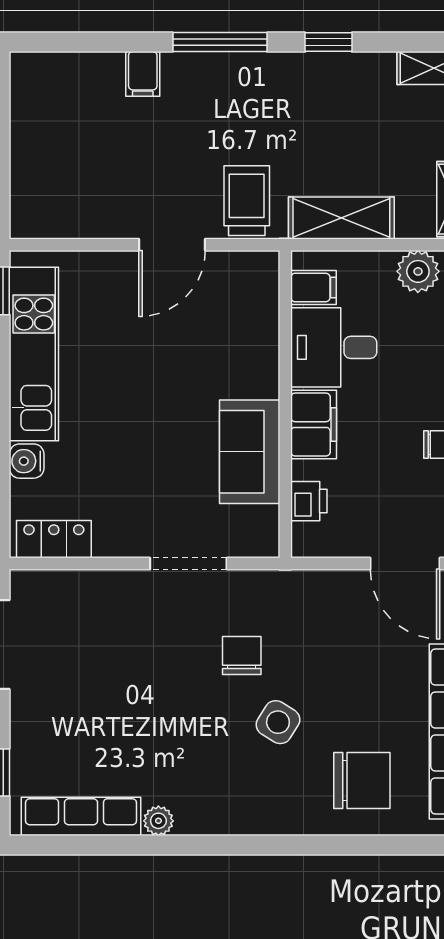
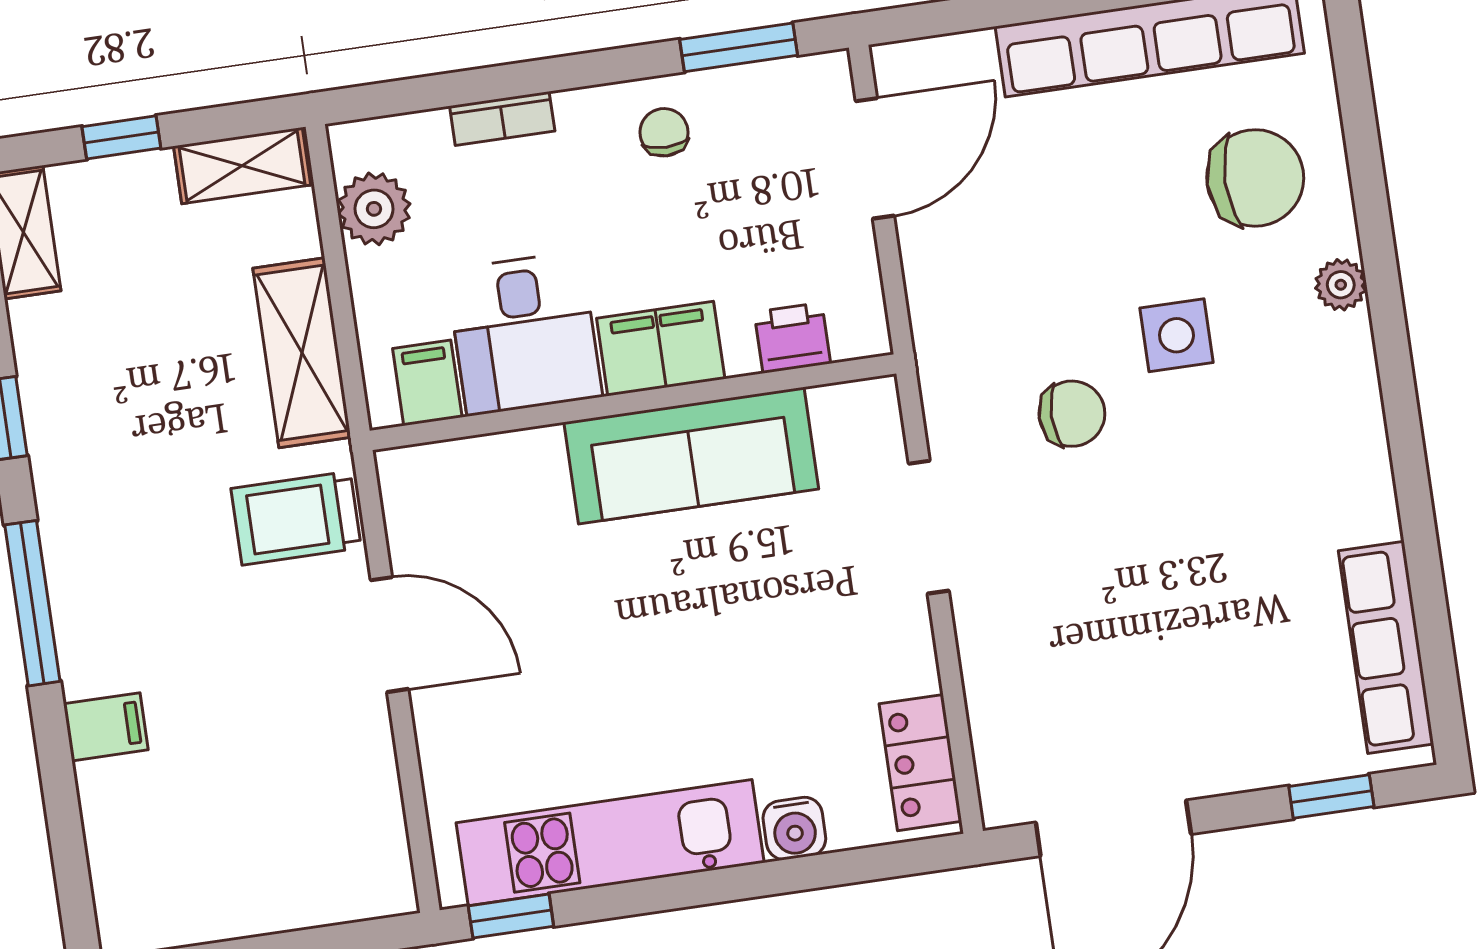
sofa: (250, 452) -> (691, 456), width x1.36
chair: (242, 655) -> (1072, 414), turned 180
side table: (278, 722) -> (1176, 335), turned -32
chair: (362, 781) -> (1255, 178), turned 90
plant: (158, 821) -> (1341, 285), moved

